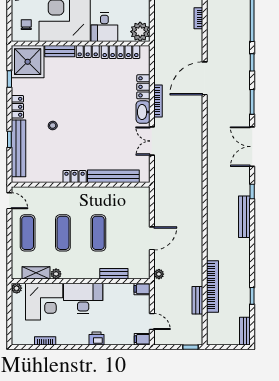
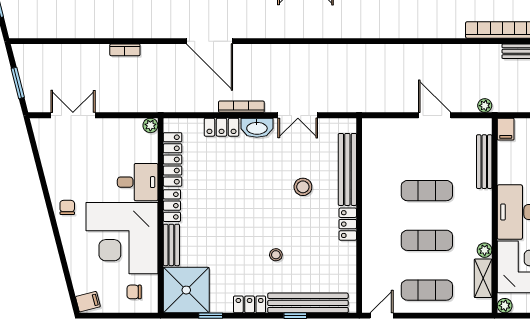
plant: (140, 32) -> (150, 125), width x0.53, depth x0.53
stool: (101, 145) -> (303, 187), added
bench: (114, 274) -> (484, 162), width x1.36

